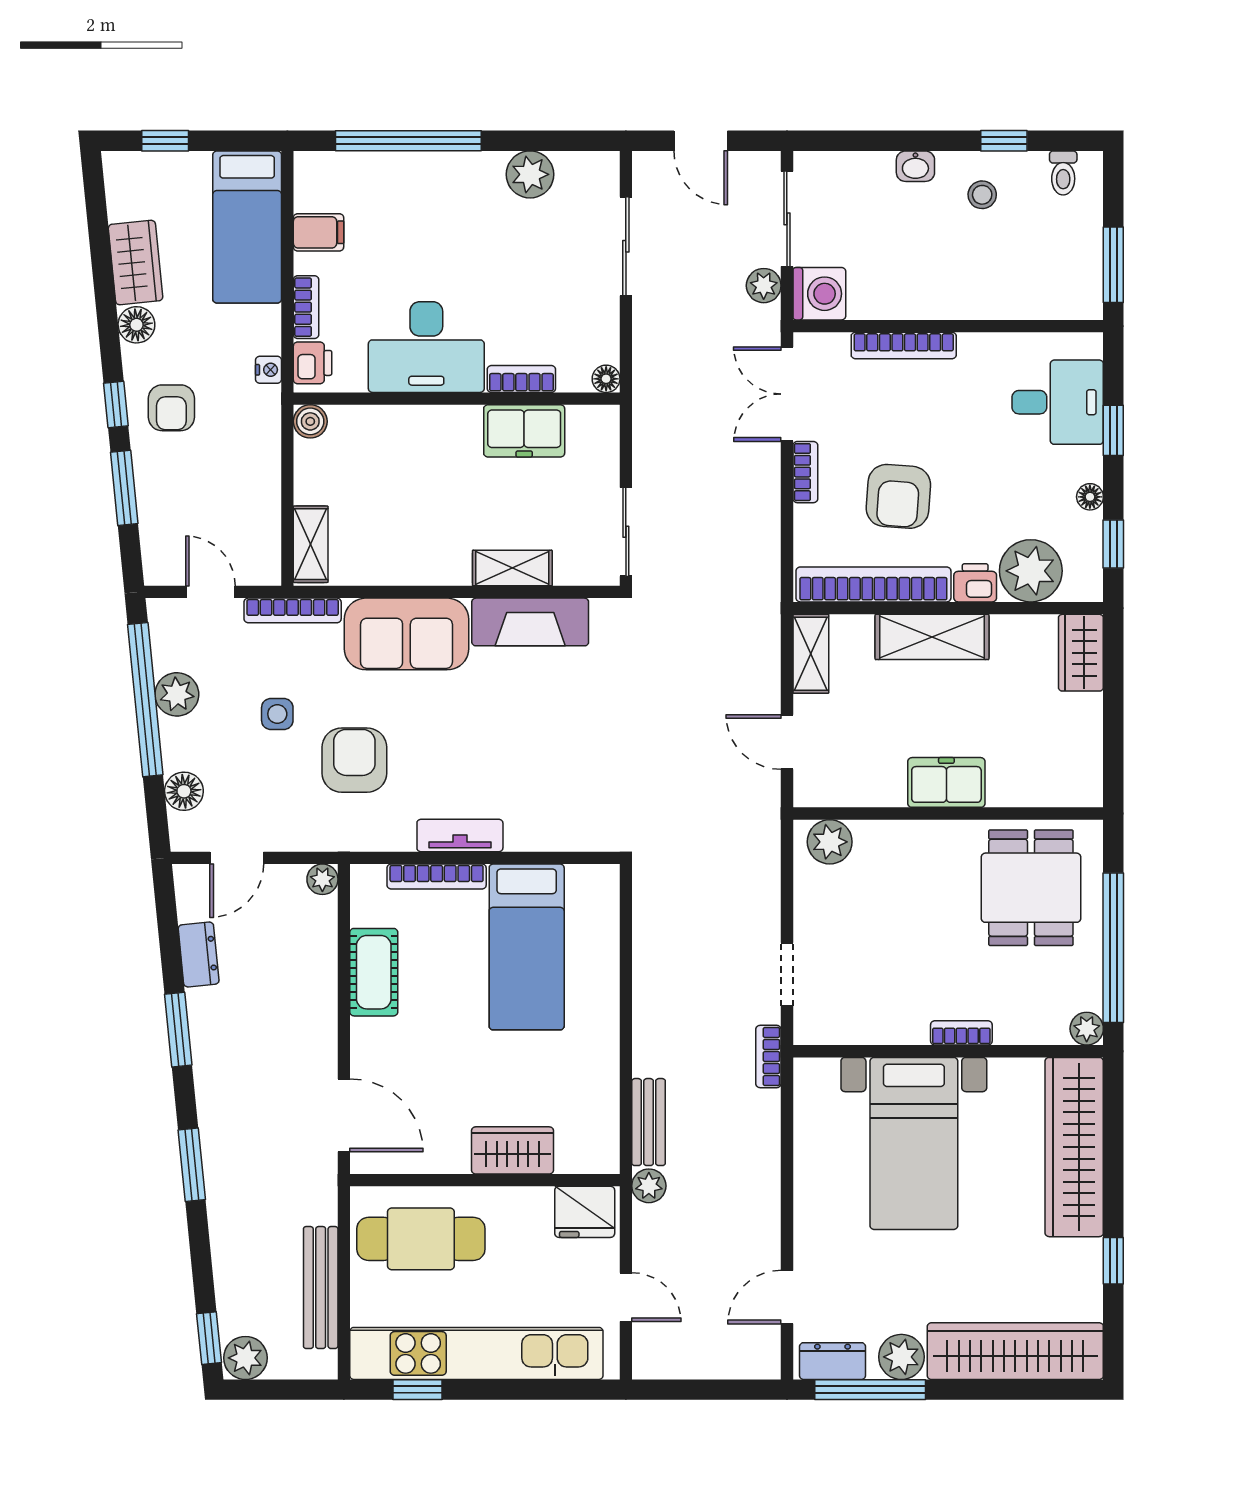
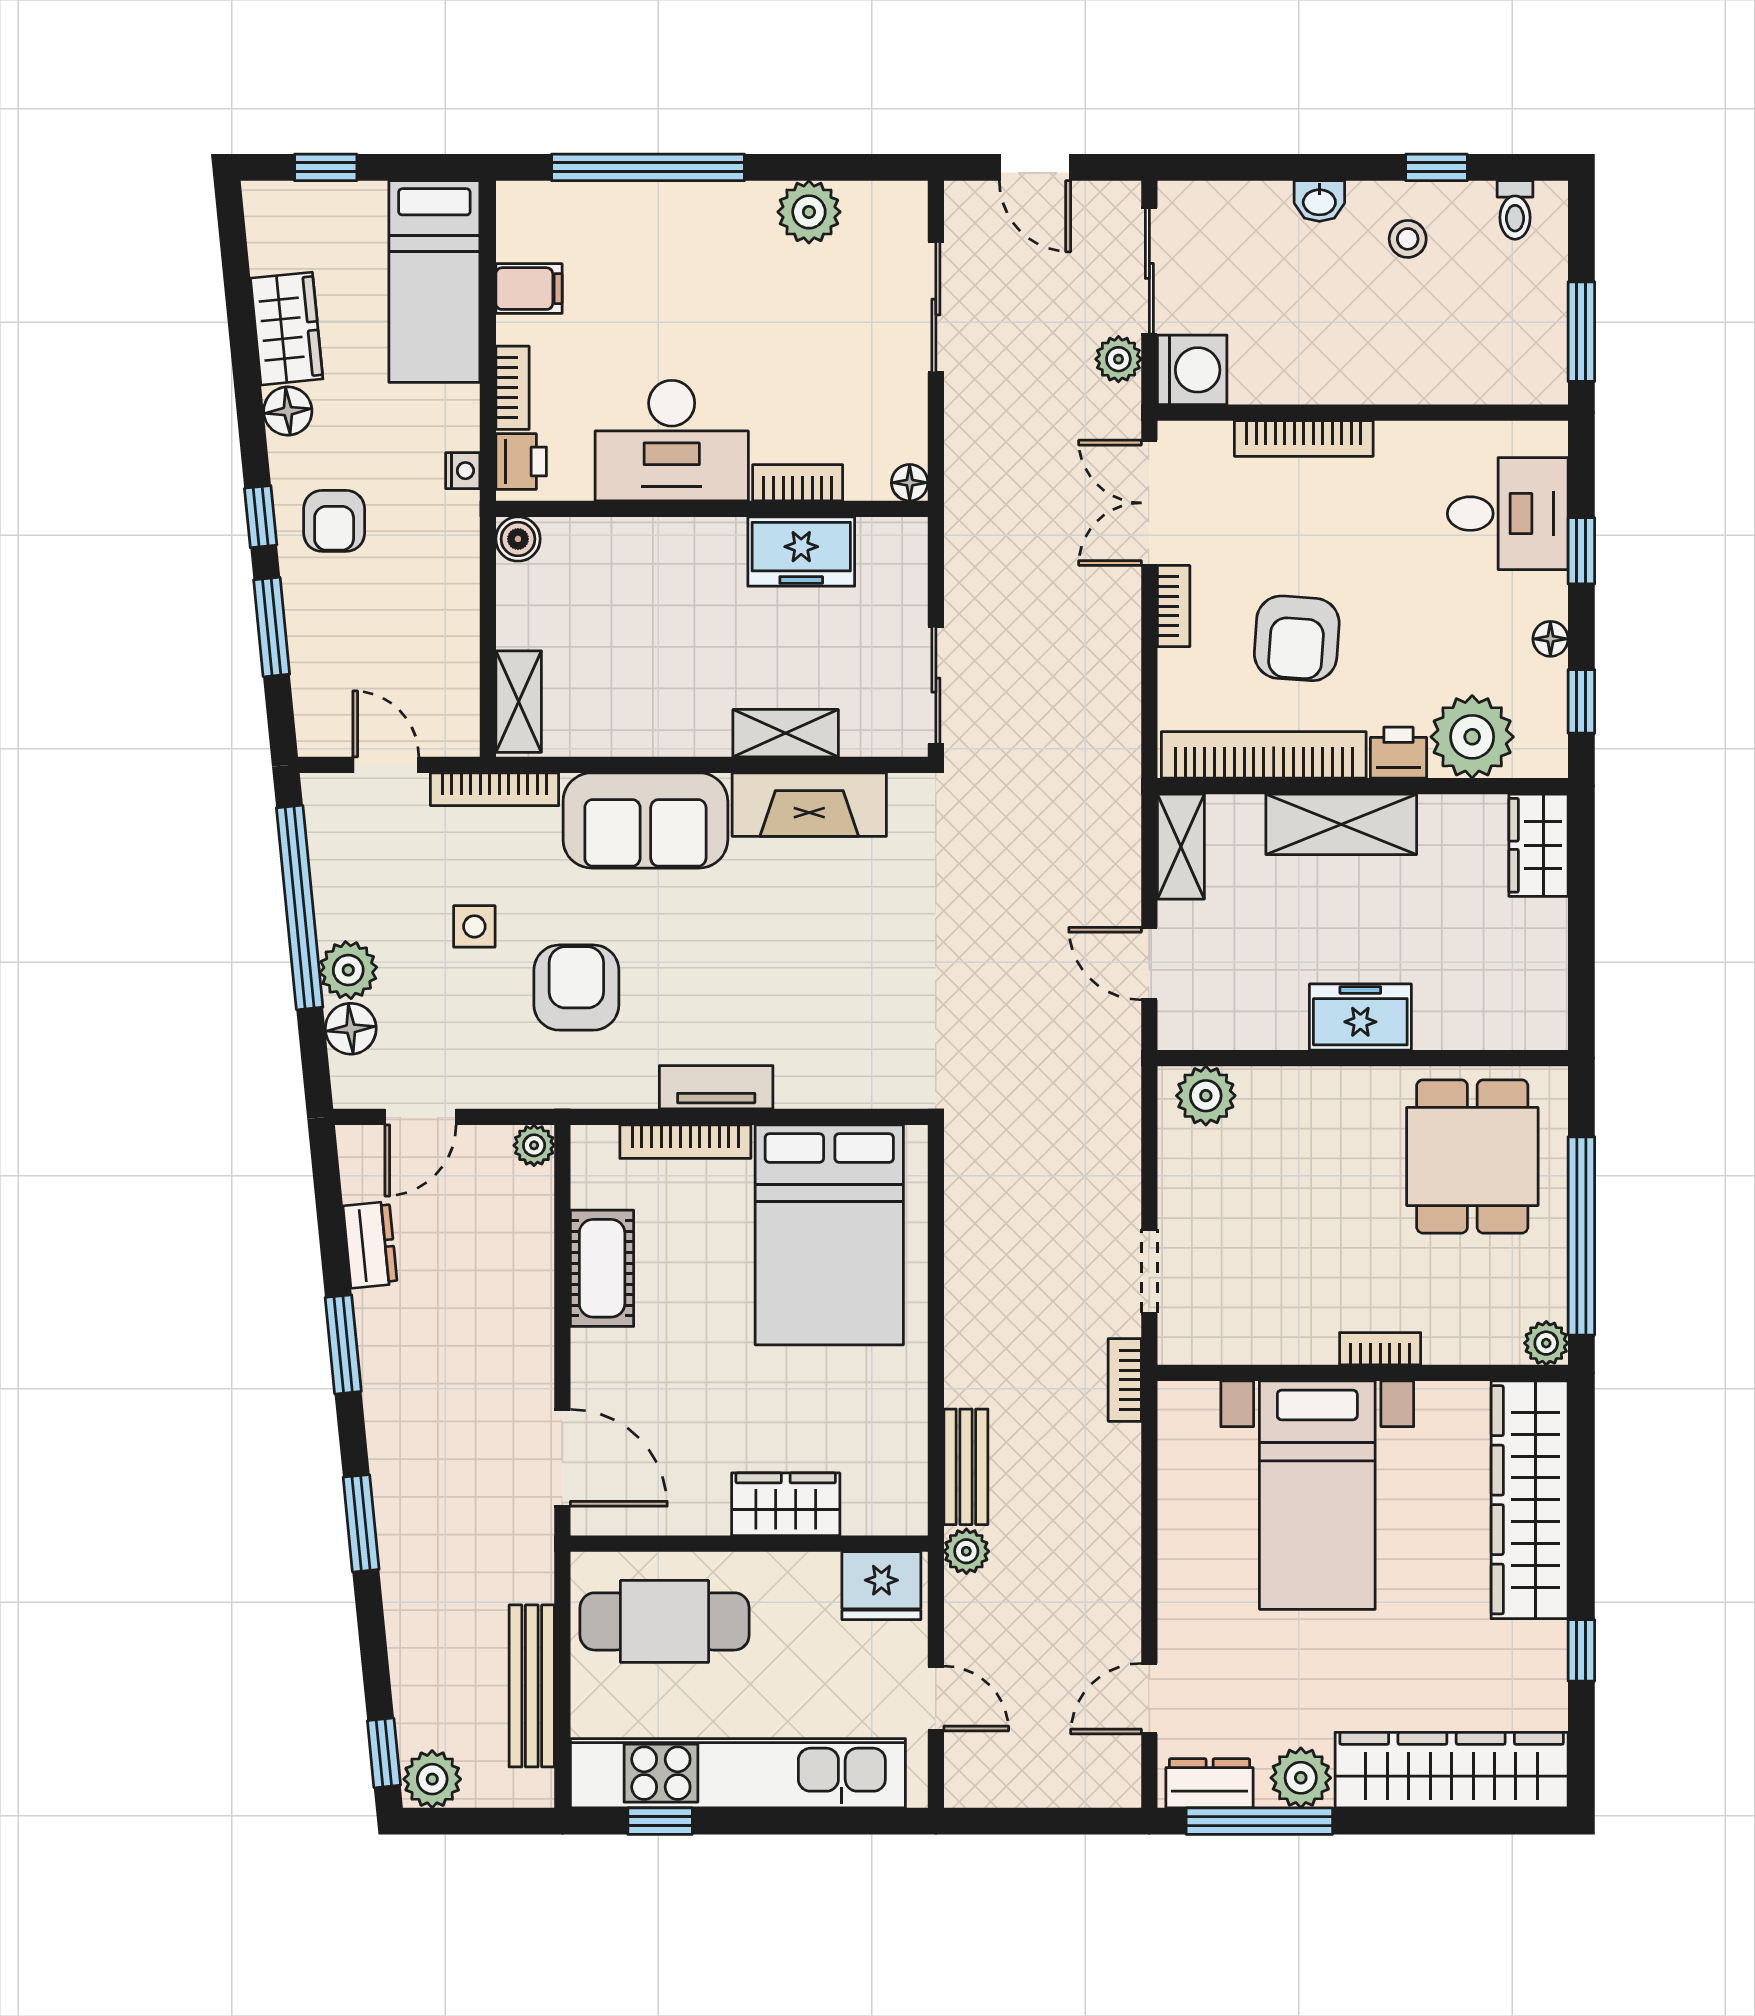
plant: (177, 694) -> (348, 970), moved
bed: (527, 947) -> (829, 1235), width x1.50

